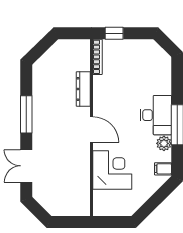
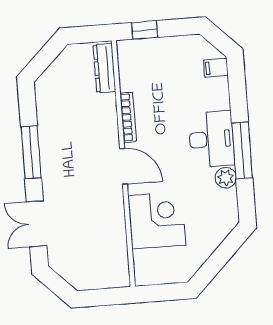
bookcase: (98, 57) -> (128, 117), moved
dresser: (83, 89) -> (104, 68), moved
filing cabinet: (163, 169) -> (216, 68), moved

